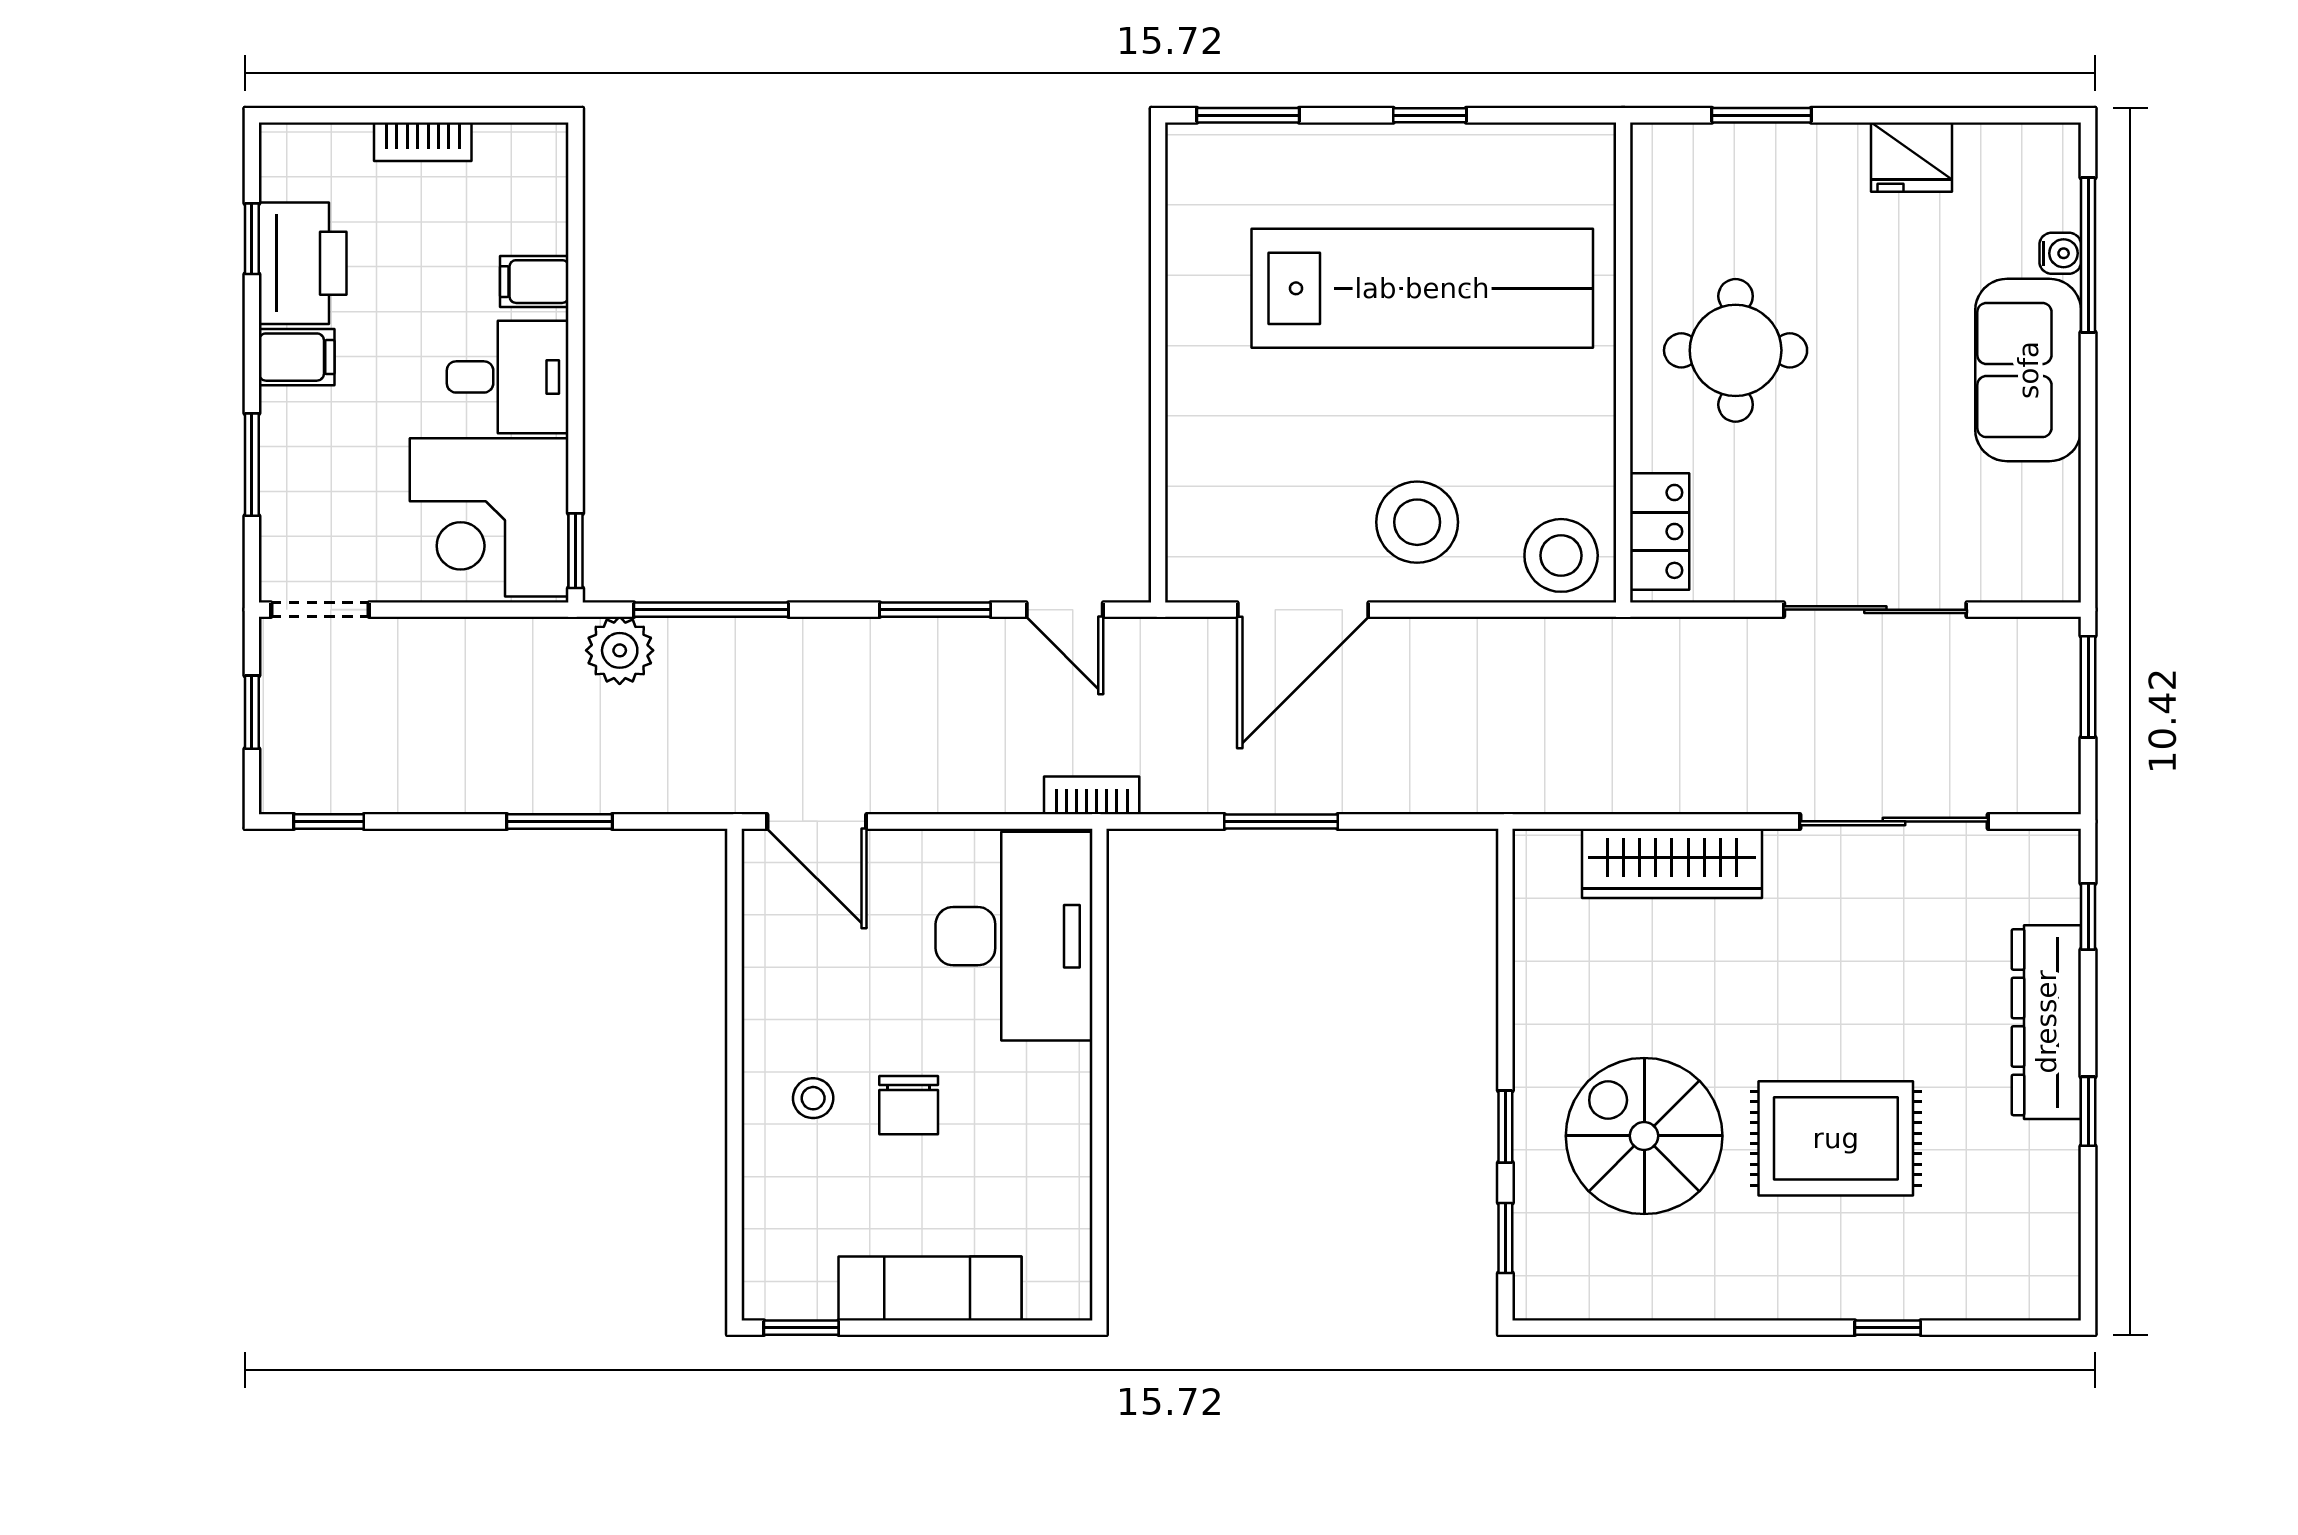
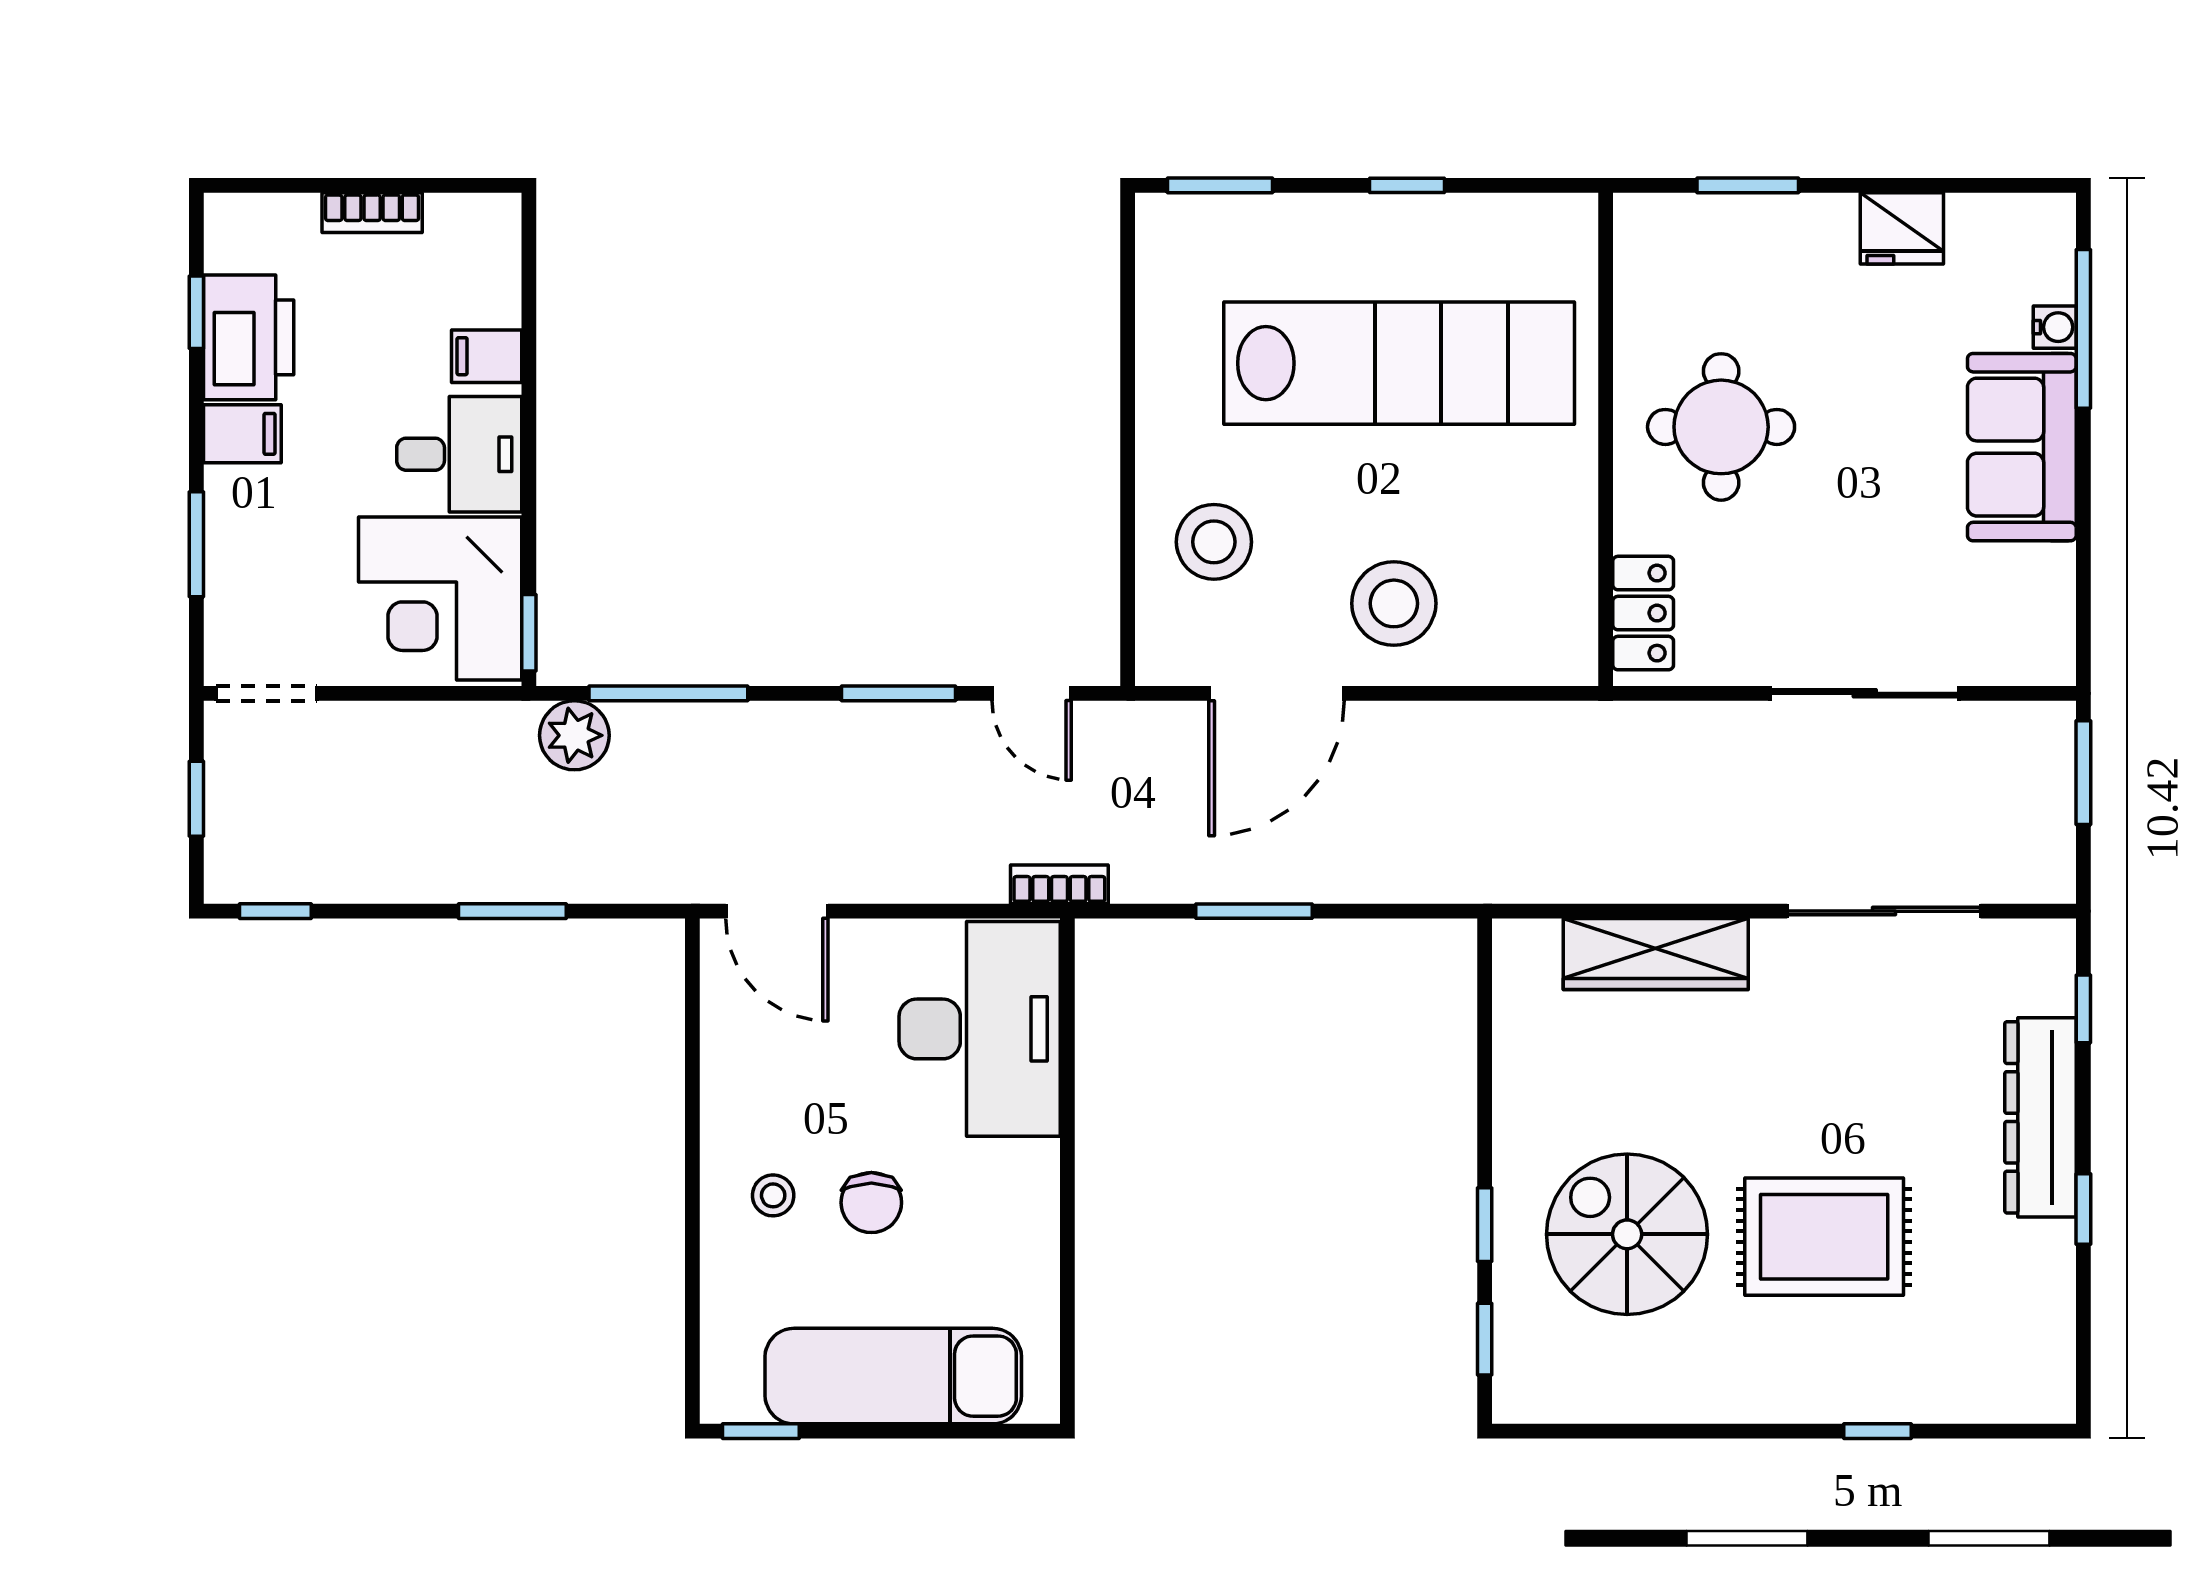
stool: (1561, 555) -> (1214, 542), moved
exam couch: (930, 1289) -> (893, 1376), width x1.36, depth x1.45

